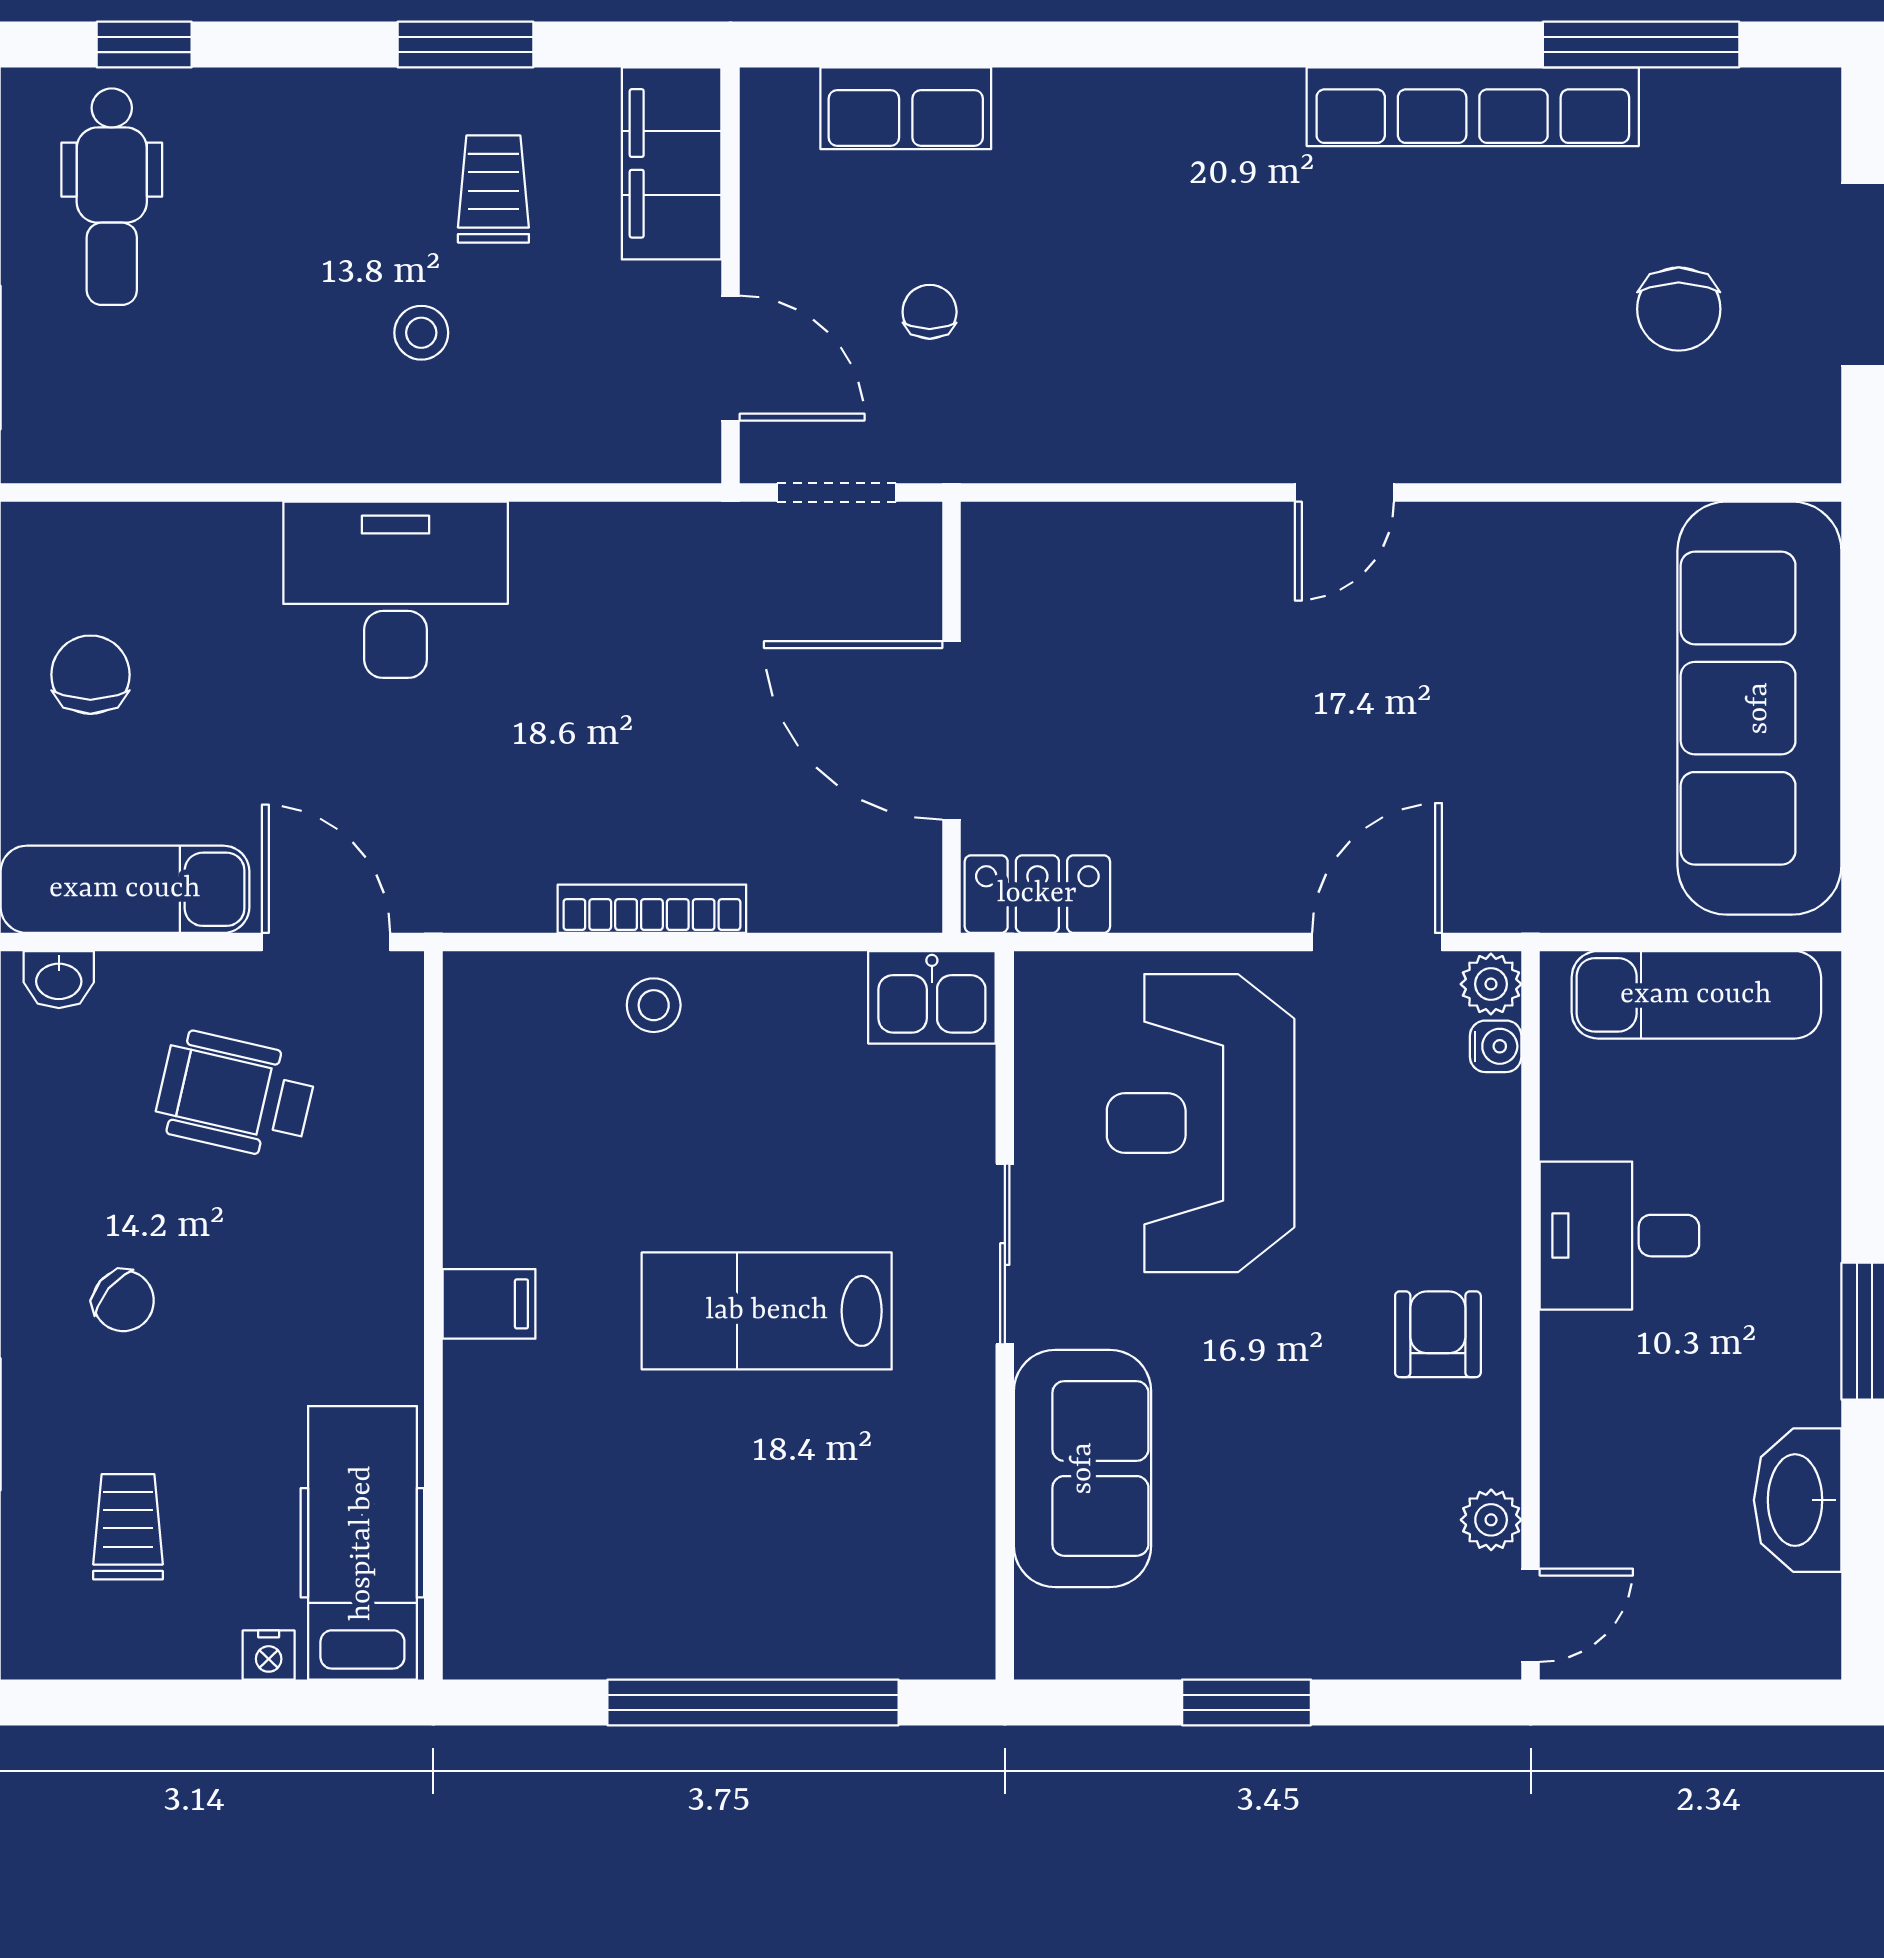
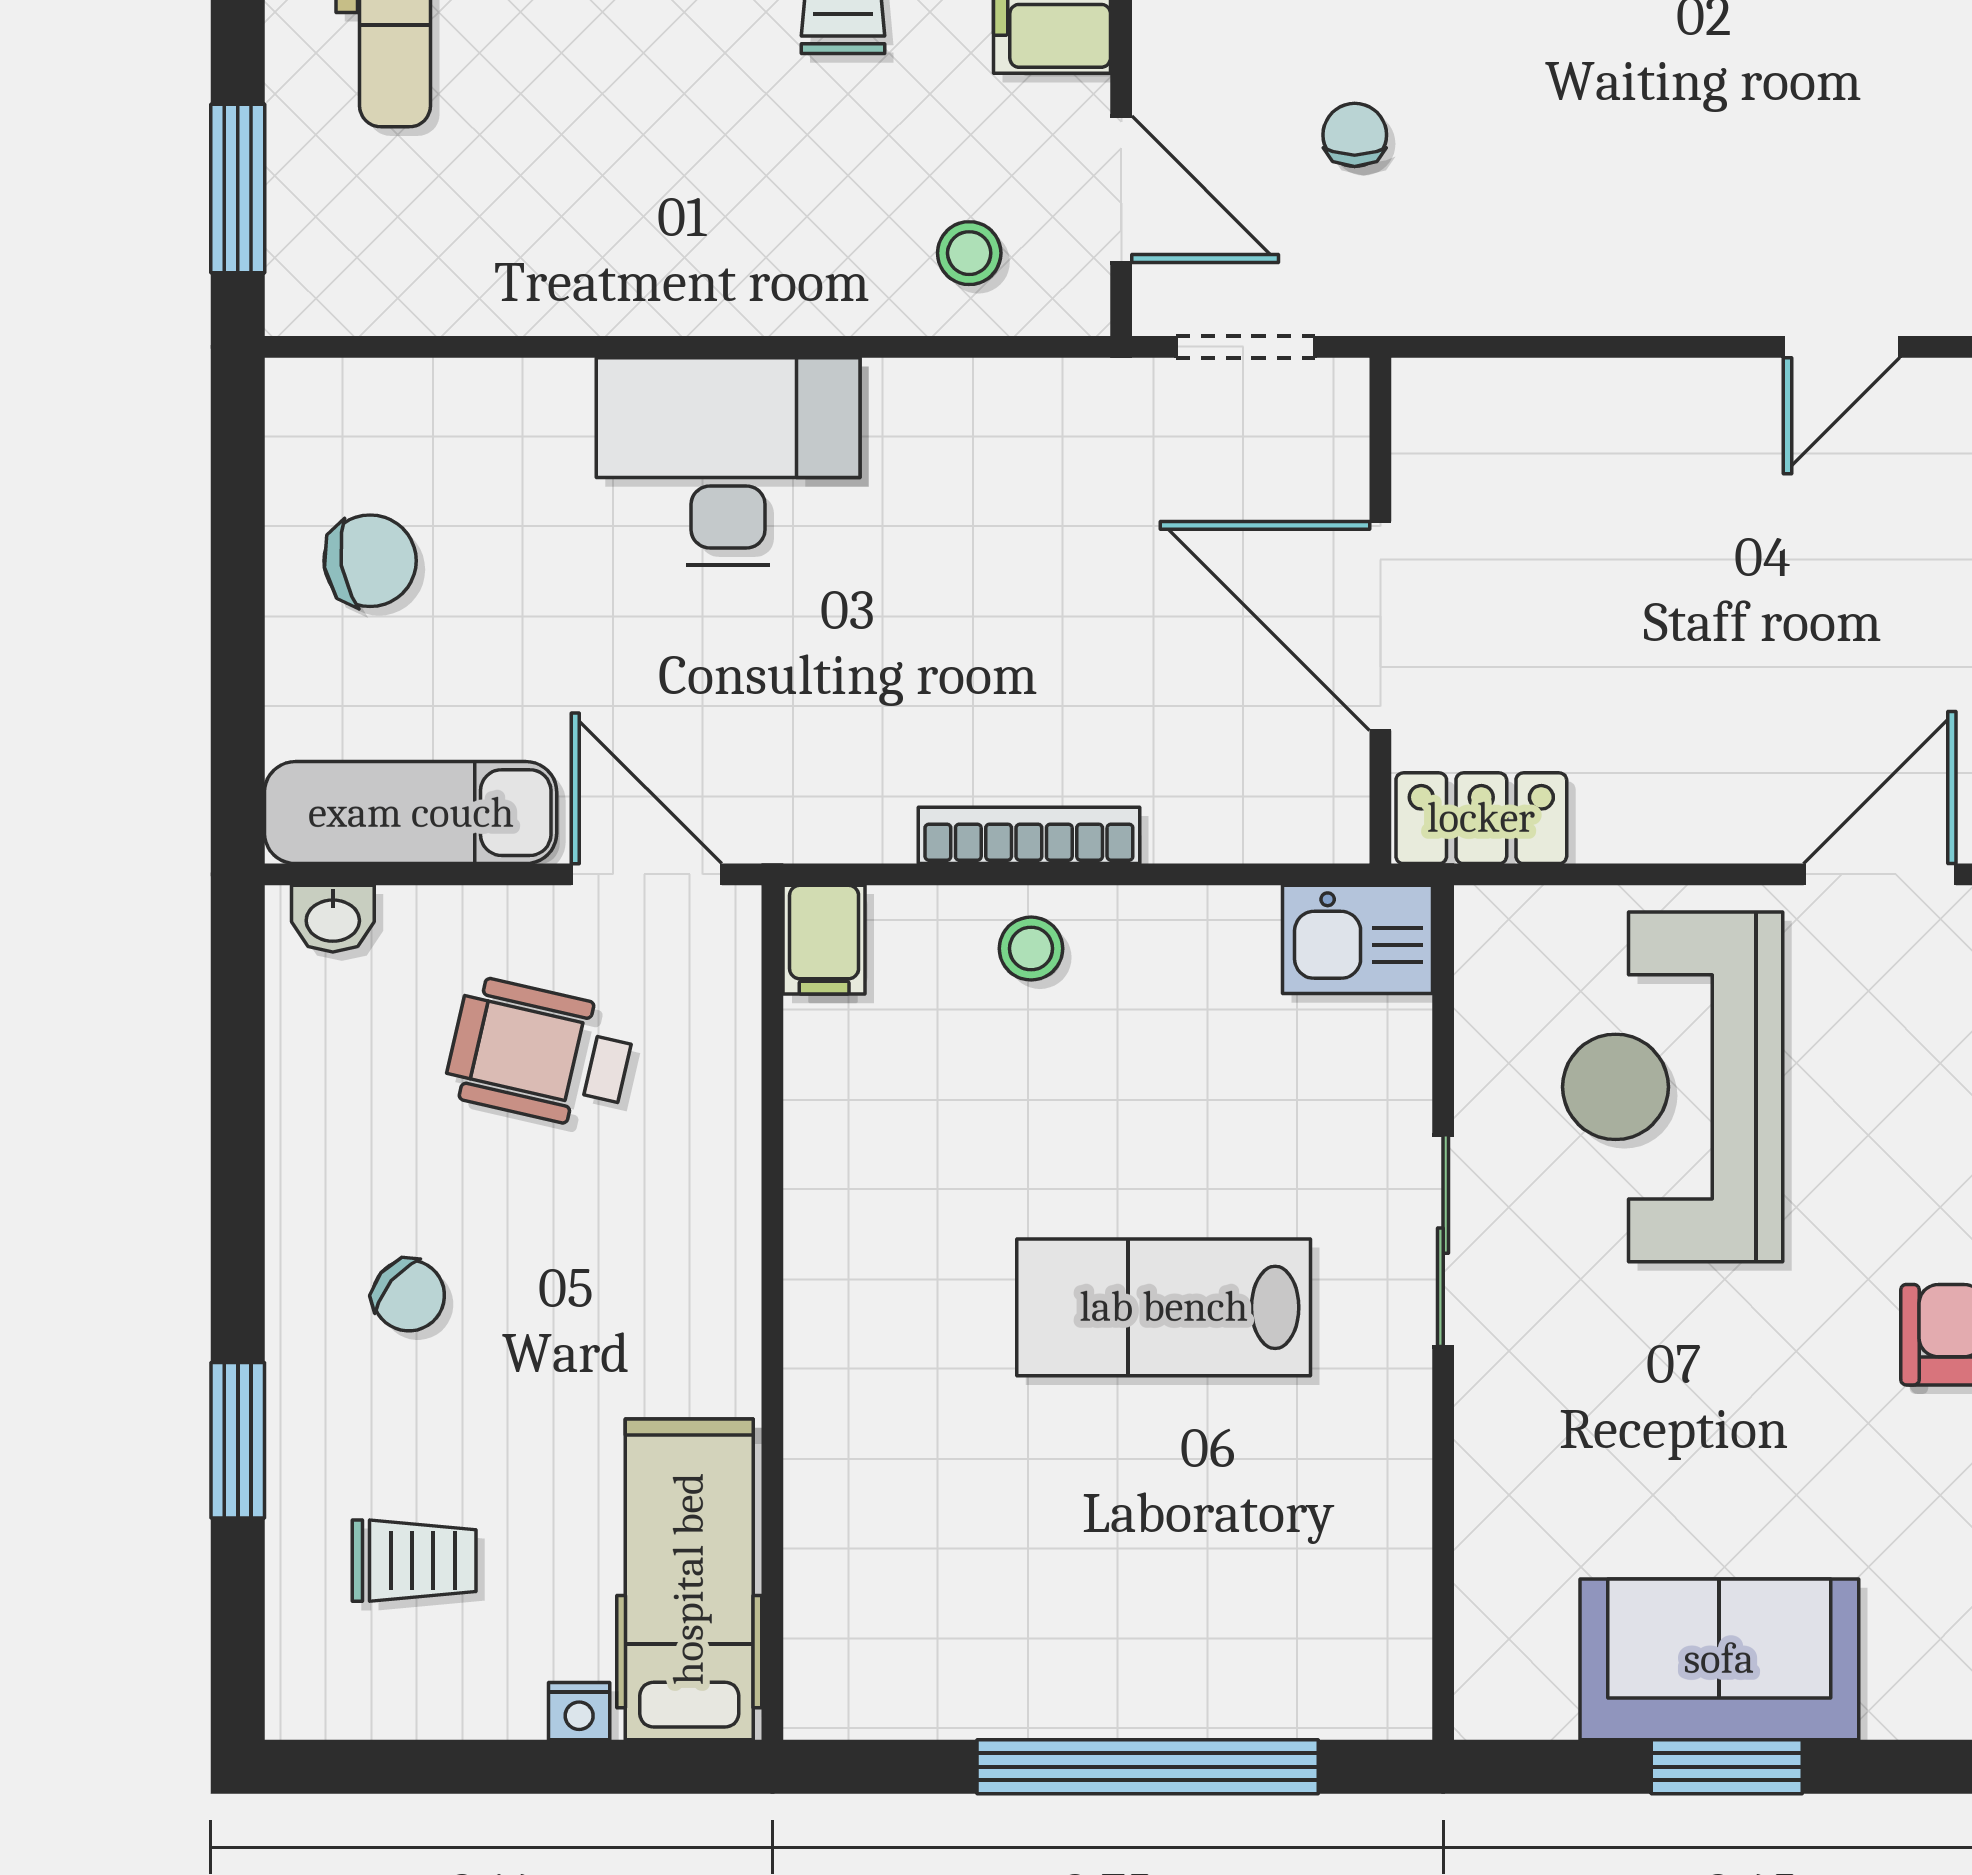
stool: (421, 333) -> (969, 253), moved
chair: (90, 675) -> (370, 561), turned 81
filing cabinet: (489, 1304) -> (824, 940), moved, turned 90
sofa: (1083, 1468) -> (1719, 1659), moved, turned -90
trolley: (128, 1527) -> (414, 1561), turned 90

